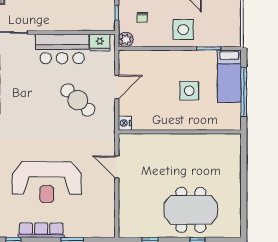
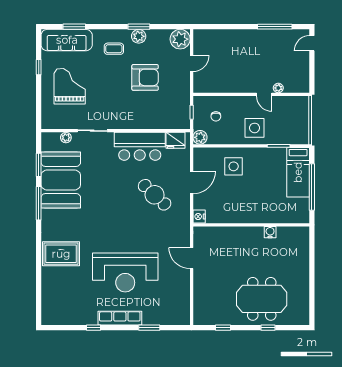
side table: (189, 91) -> (234, 166), moved
water cooler: (200, 140) -> (270, 232), added

